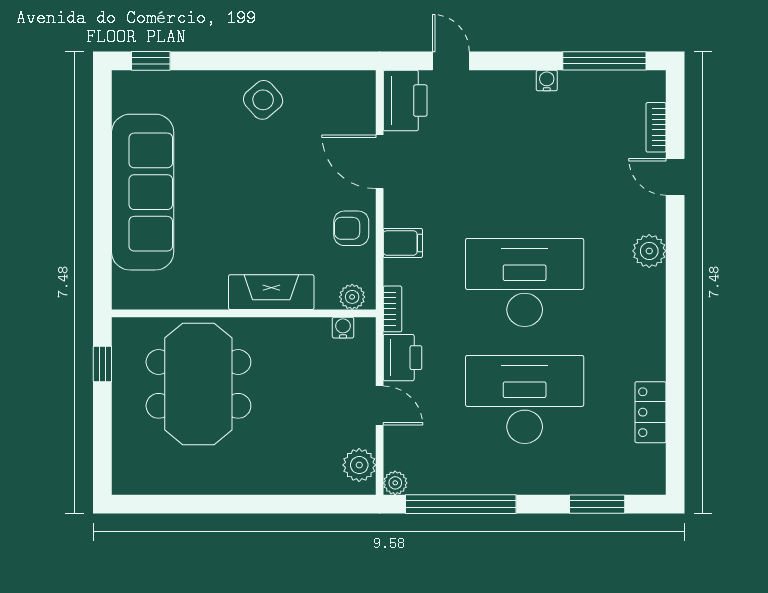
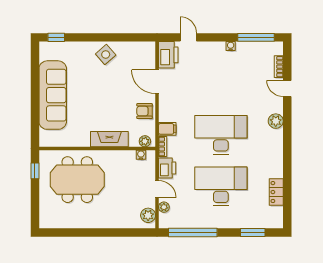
filing cabinet: (403, 243) -> (167, 129), moved
meeting table: (198, 384) -> (77, 180), turned 90
plant: (395, 483) -> (164, 207), moved

